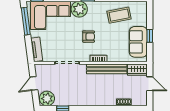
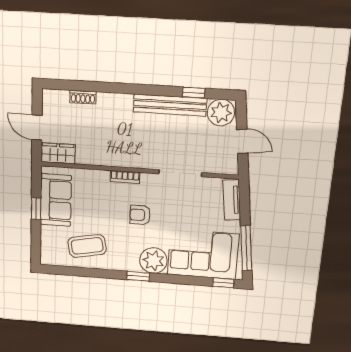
bench: (107, 69) -> (170, 105), moved
door: (34, 83) -> (242, 141), hinge flipped

